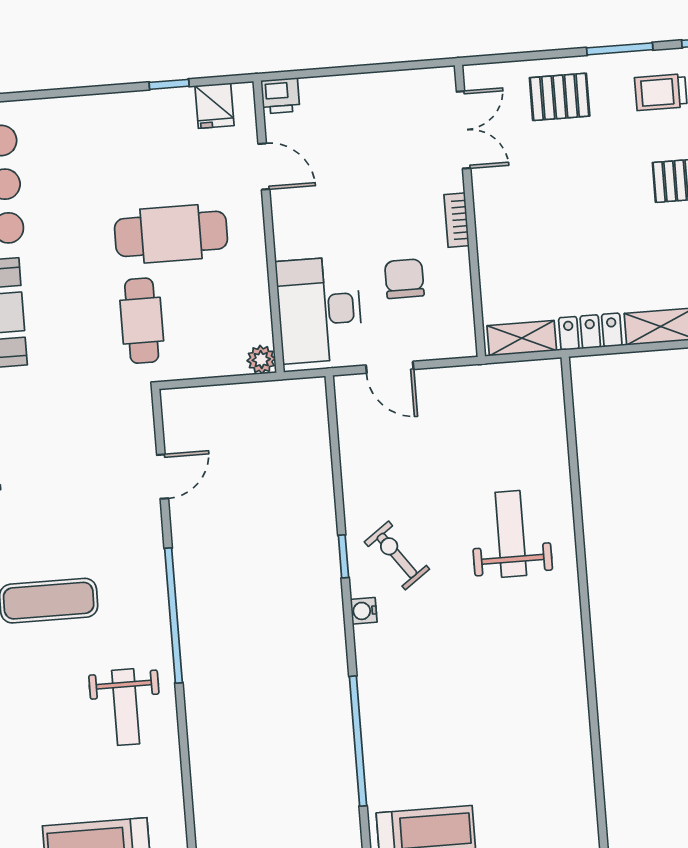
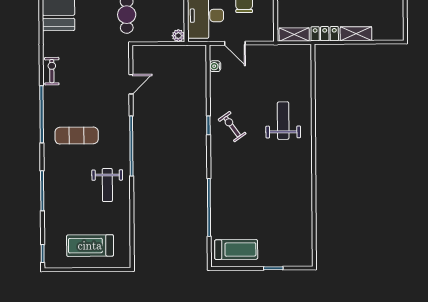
water cooler: (364, 611) -> (215, 66), moved

